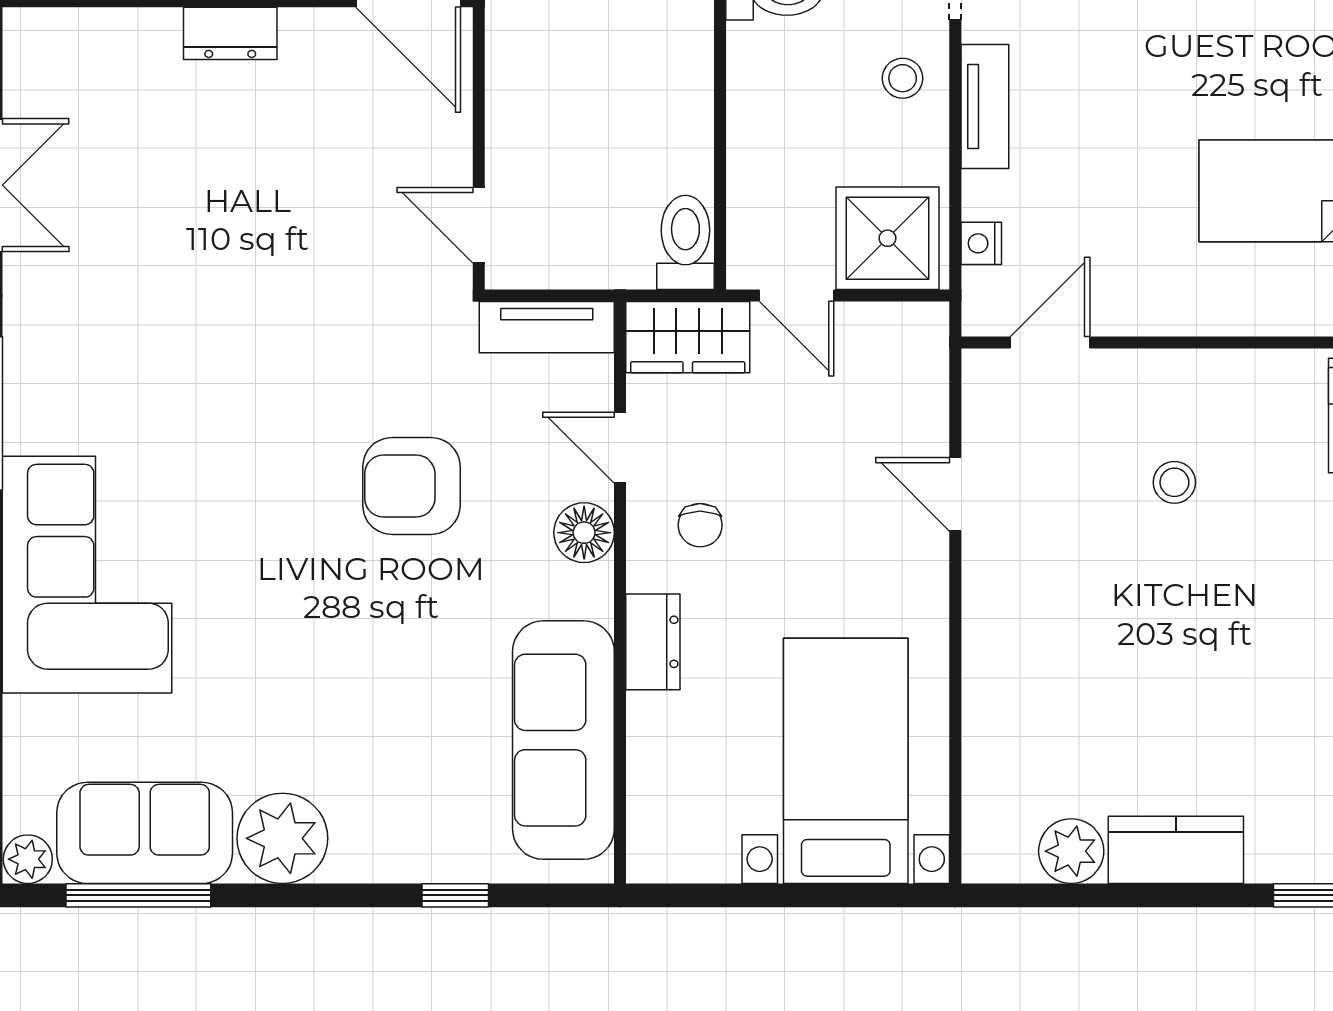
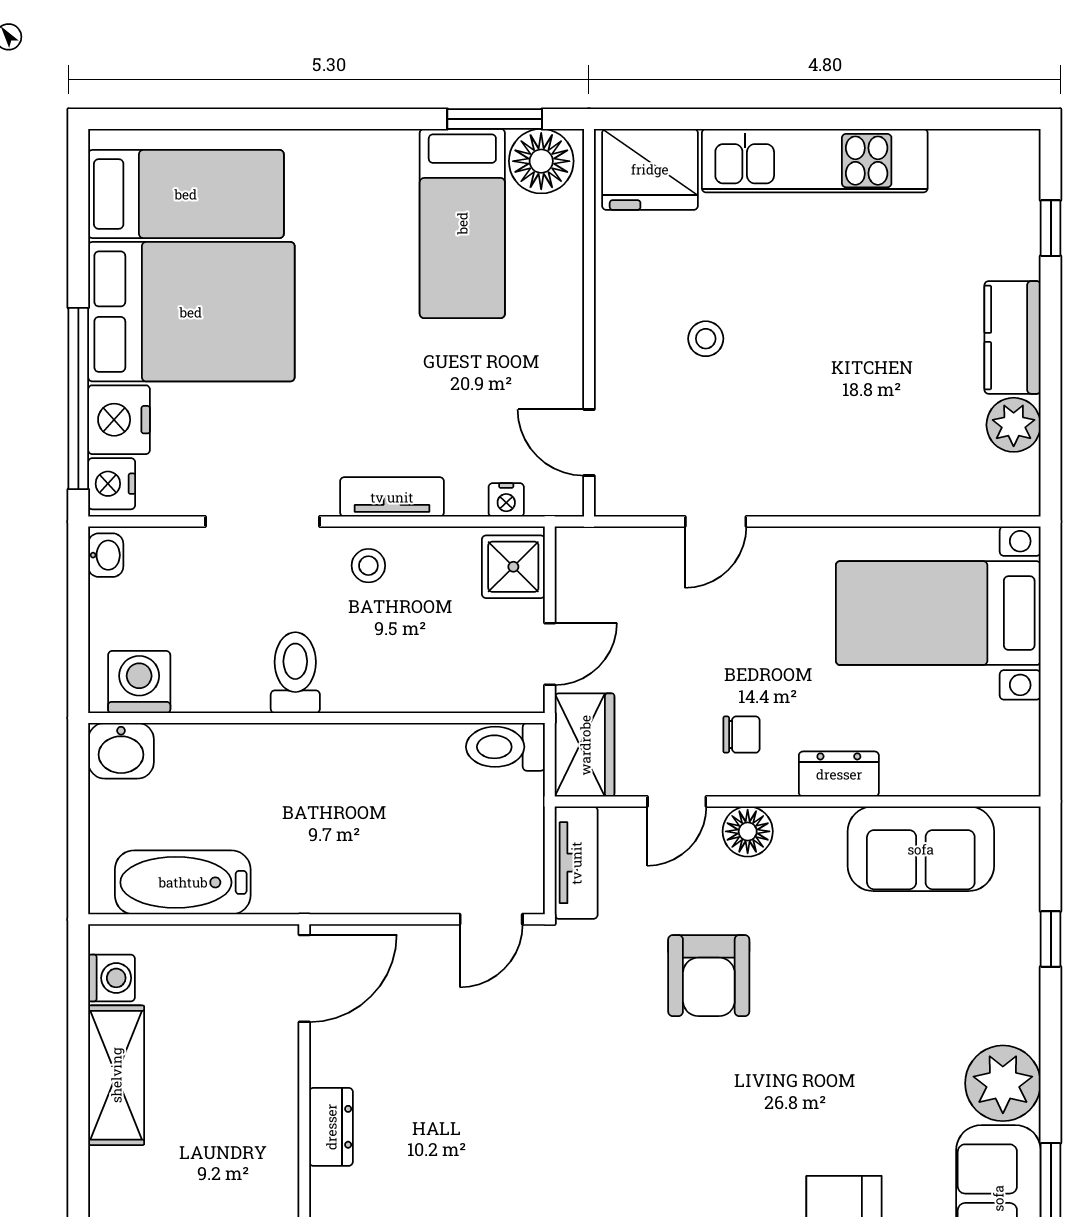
shower: (887, 238) -> (513, 567), width x0.73, depth x0.73
sofa: (563, 740) -> (921, 849), width x0.73

